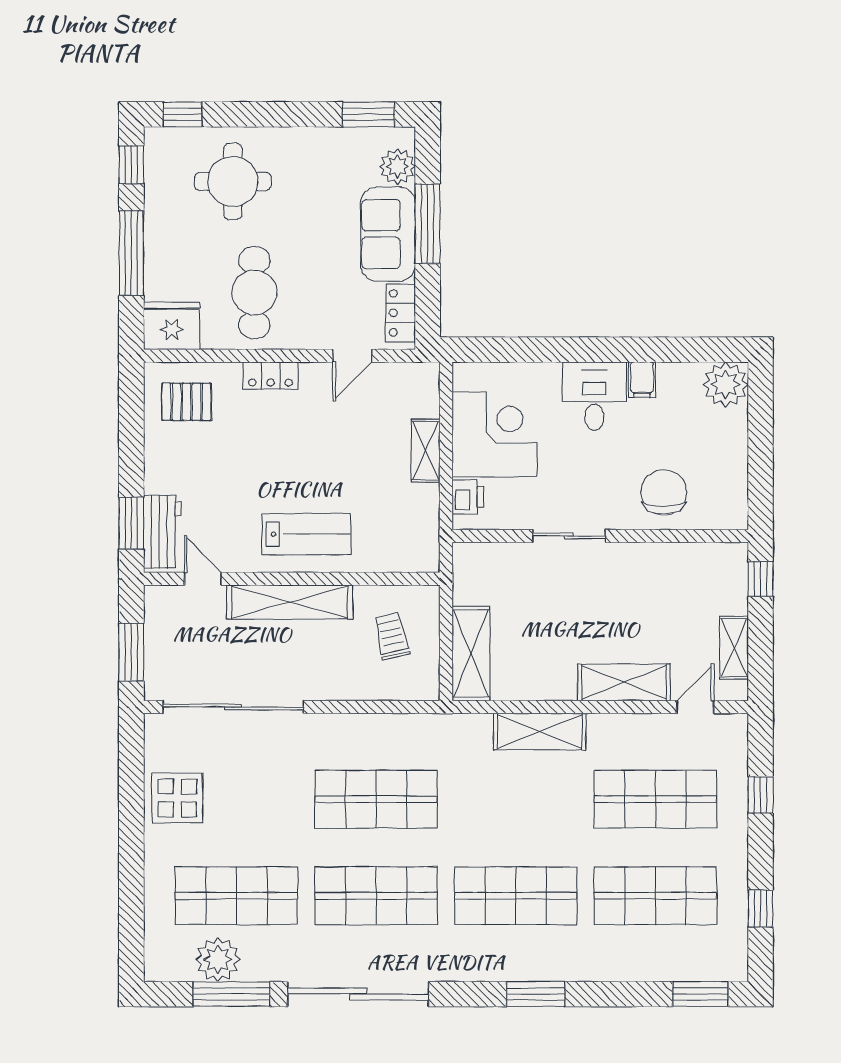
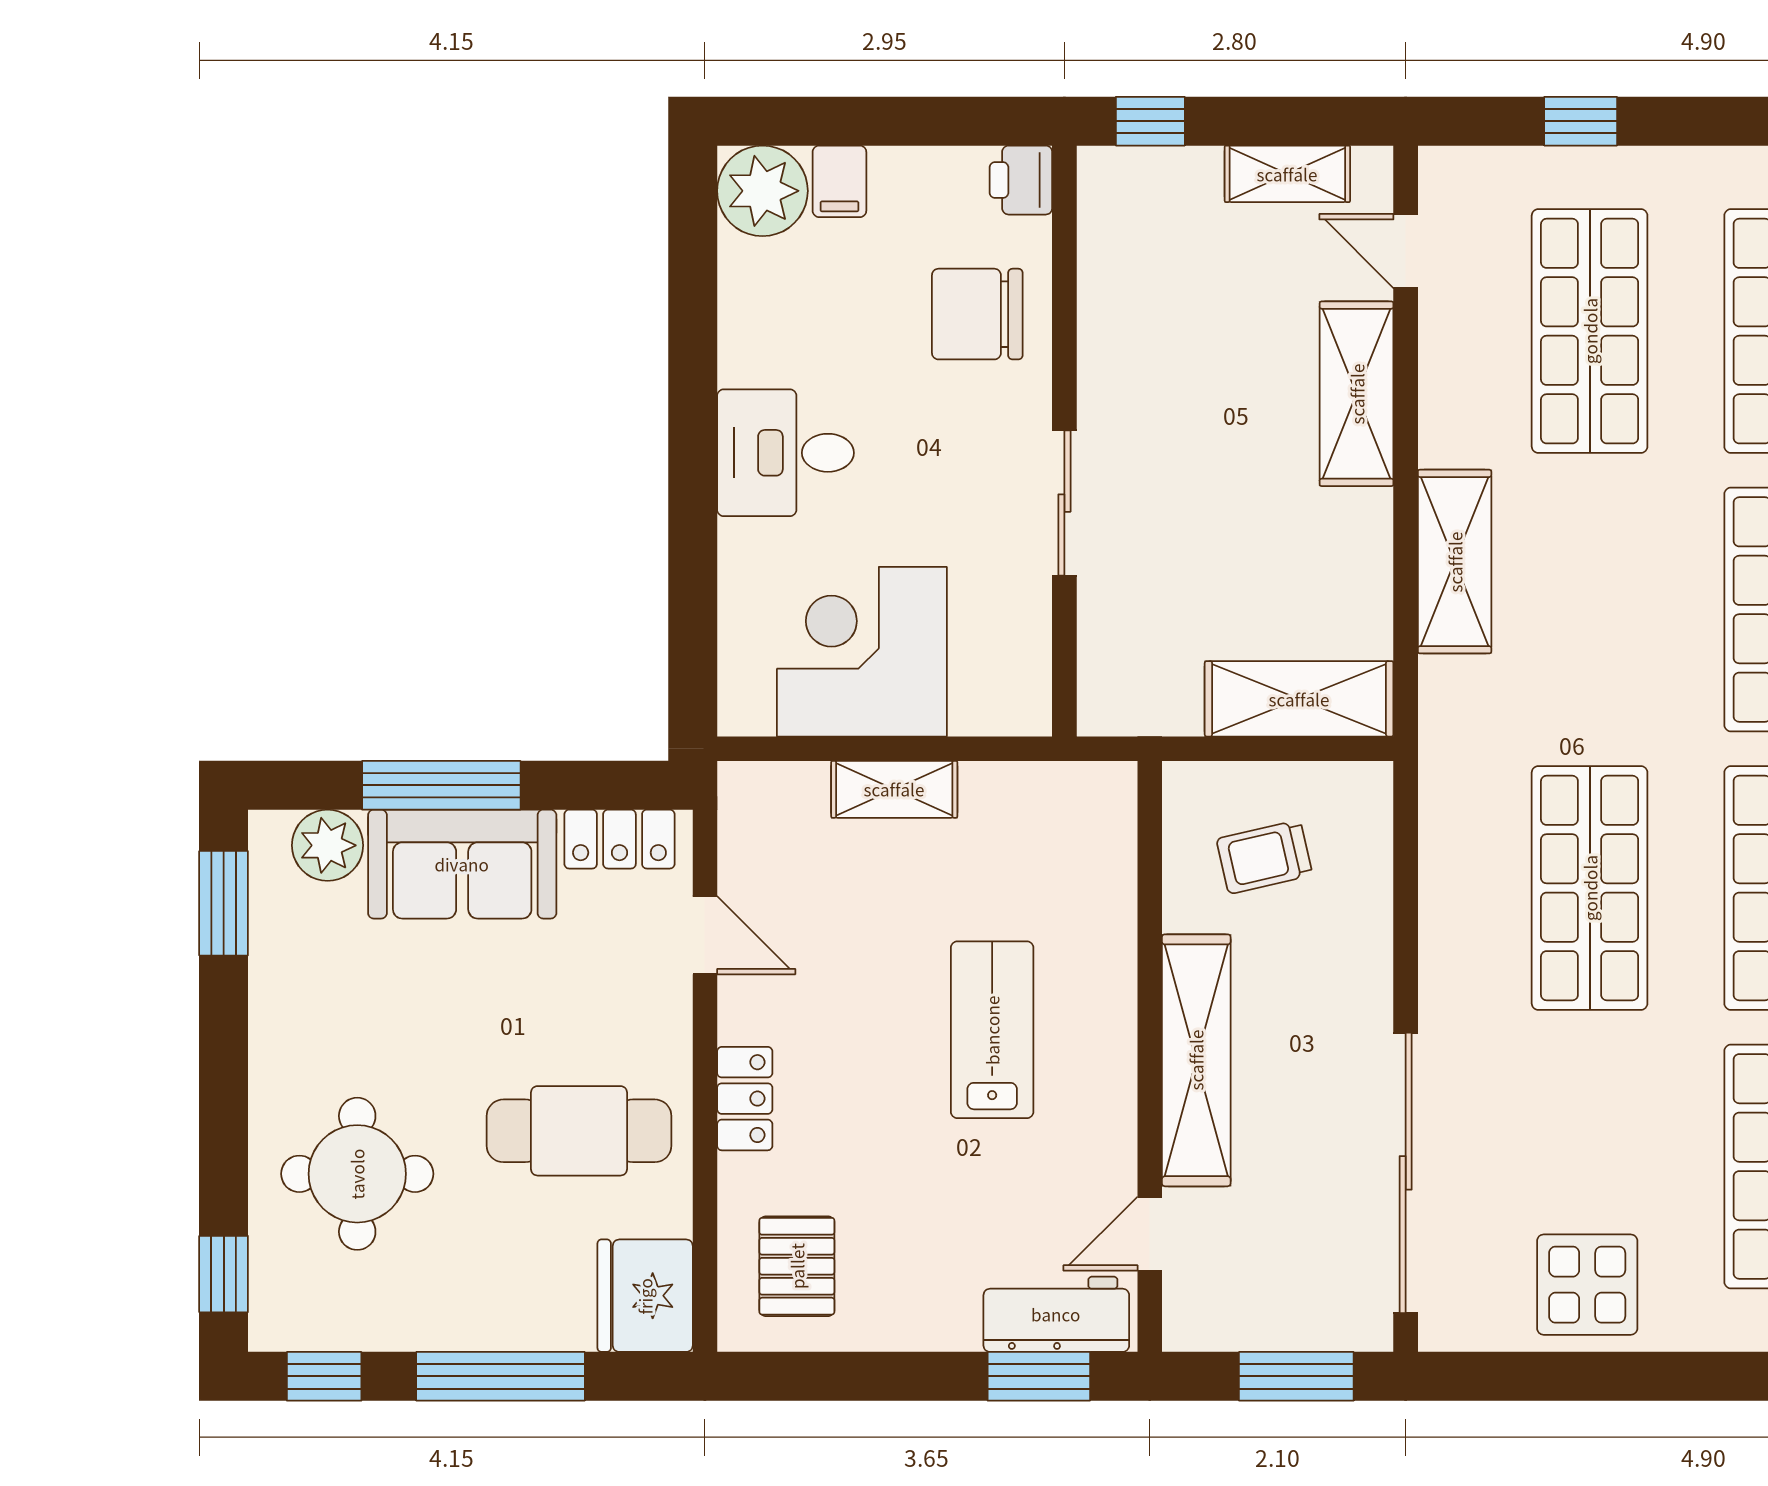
filing cabinet: (642, 380) -> (839, 181), moved, turned 90
printer: (468, 497) -> (1021, 180), moved, turned -90
lab bench: (306, 534) -> (992, 1030), moved

